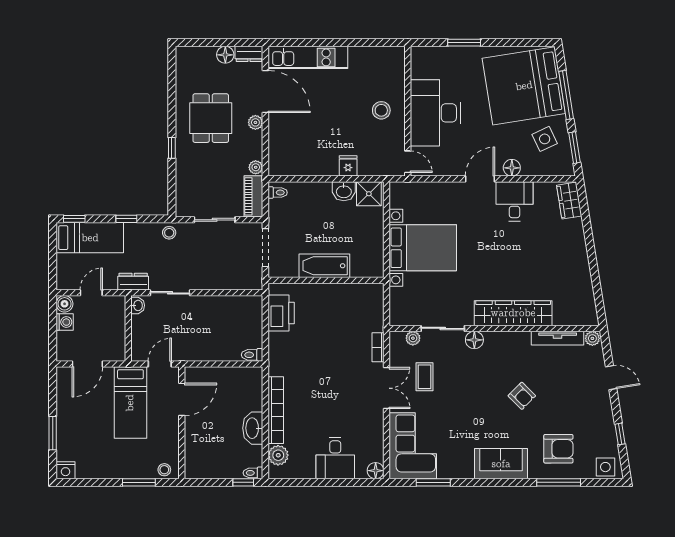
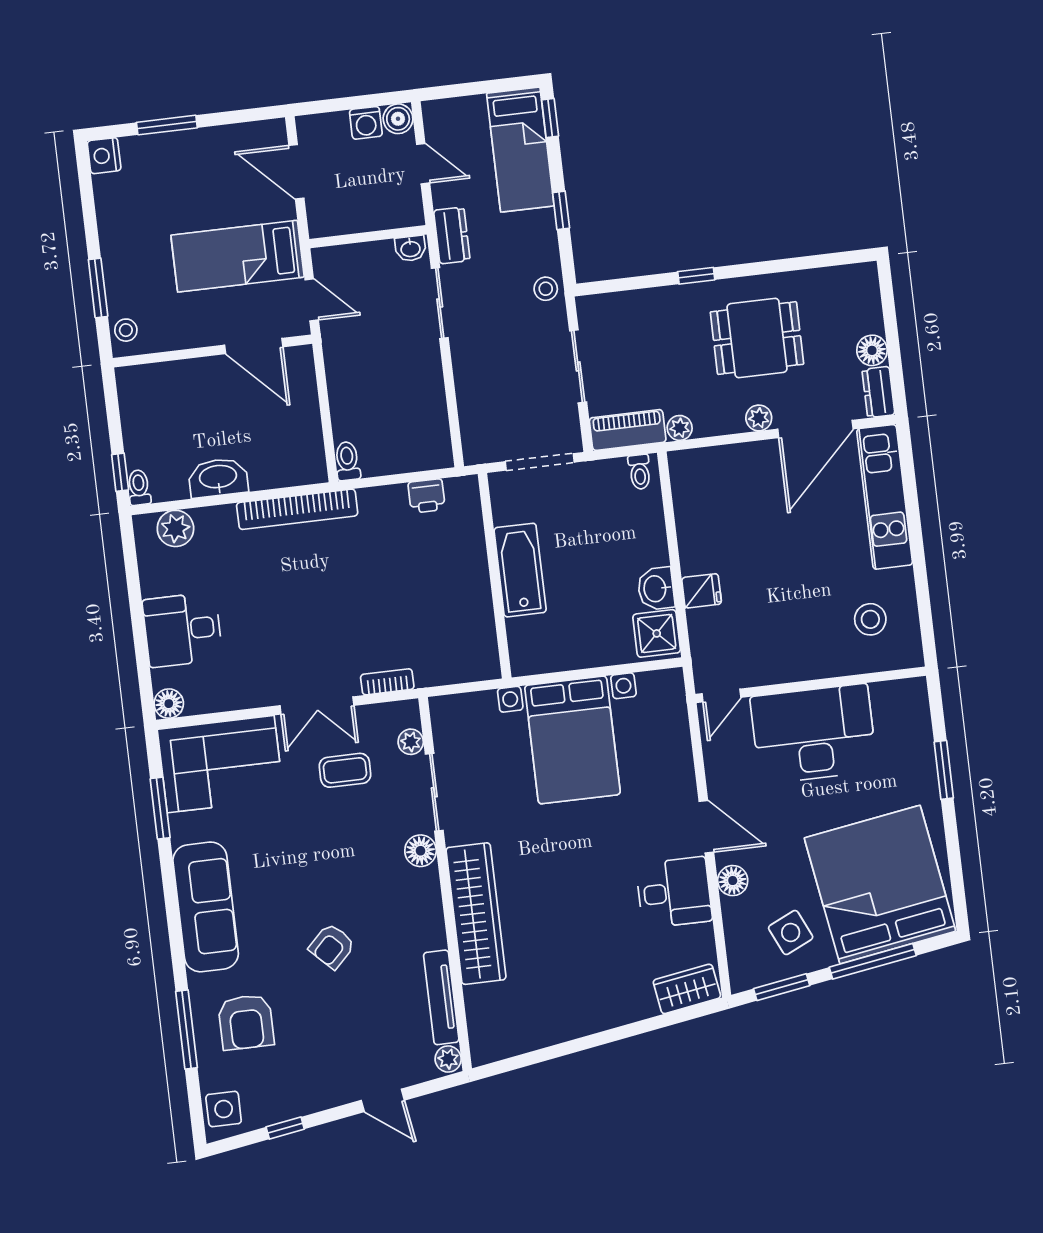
stool: (381, 110) -> (870, 619), moved
printer: (281, 313) -> (427, 496), width x0.53, depth x0.68
door: (611, 378) -> (383, 1100), hinge flipped
bookcase: (276, 410) -> (297, 509), moved
sofa: (501, 464) -> (206, 907), width x1.36

